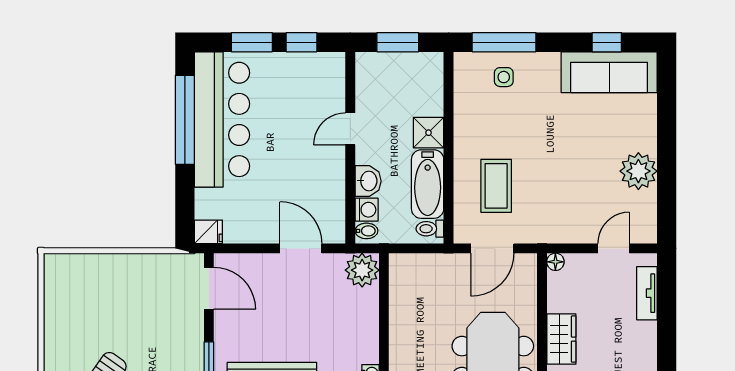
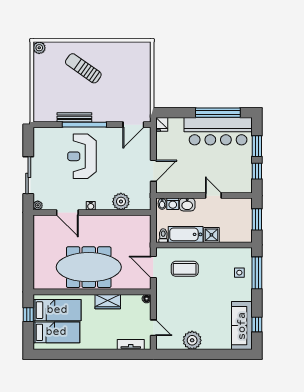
plant: (362, 270) -> (121, 202), moved

